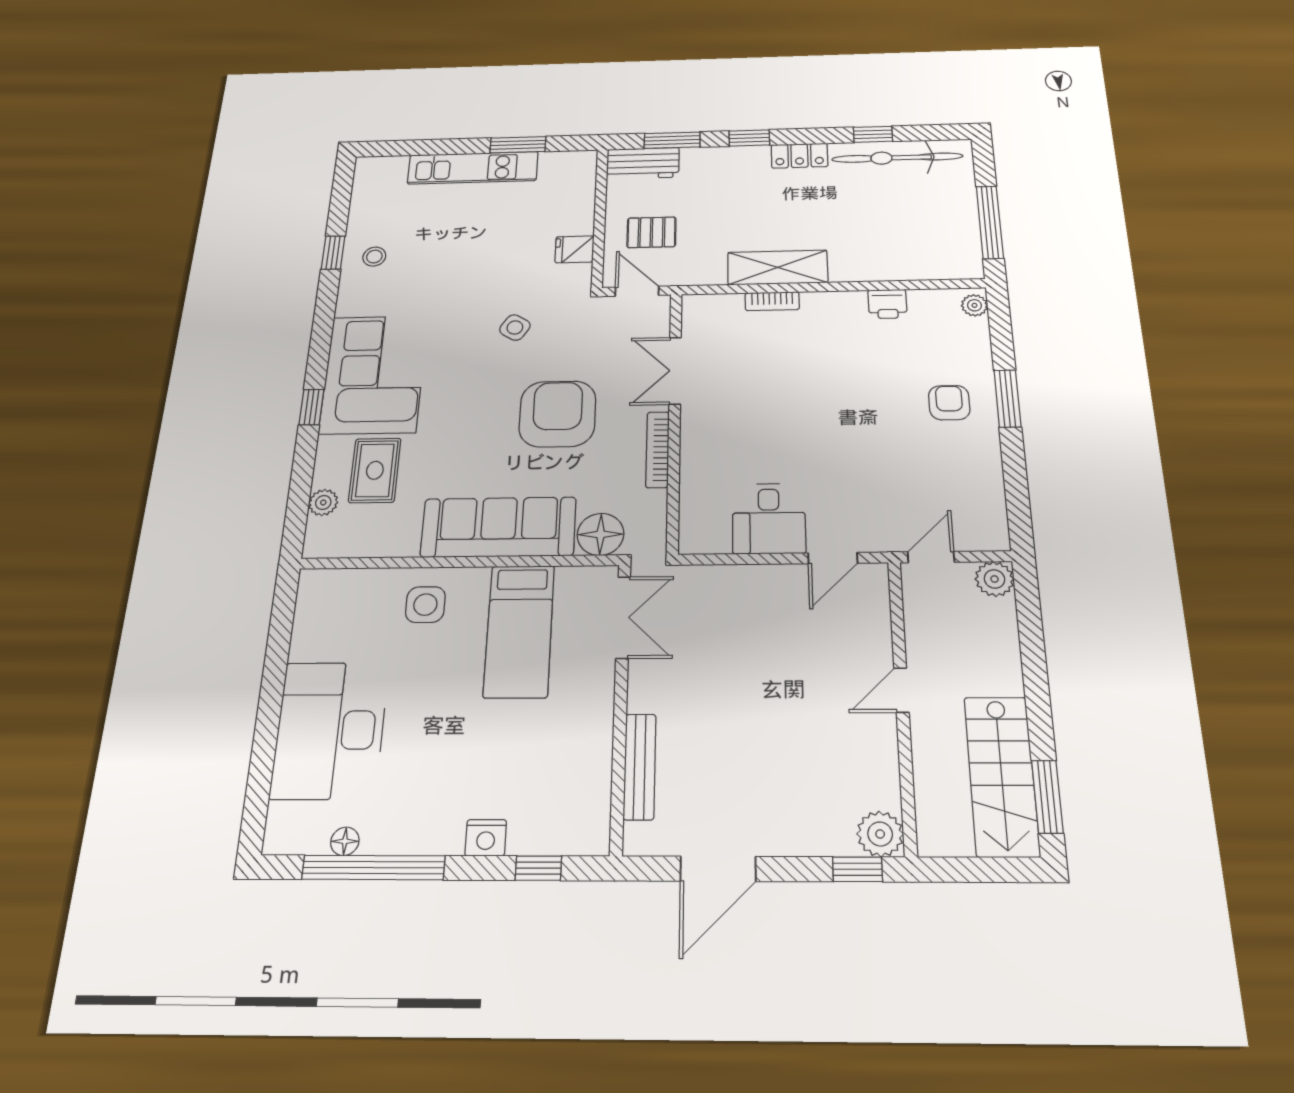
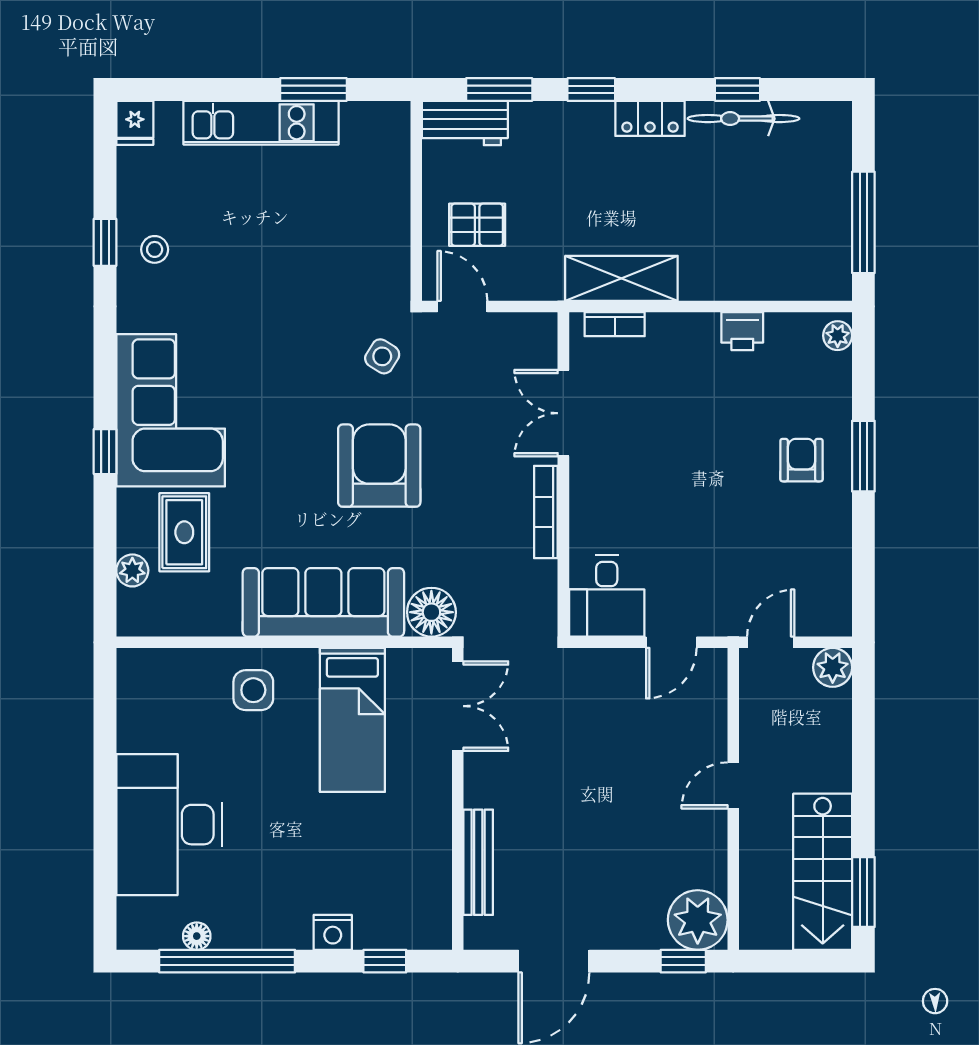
bicycle: (897, 158) -> (744, 119), width x0.73, depth x0.71
fridge: (574, 249) -> (135, 123), moved, turned -90
side table: (515, 328) -> (382, 356), moved
double door: (675, 371) -> (563, 413), moved
wall: (674, 419) -> (563, 474), moved
bookcase: (658, 450) -> (546, 512), moved
plant: (880, 834) -> (698, 920), width x1.36, depth x1.36

